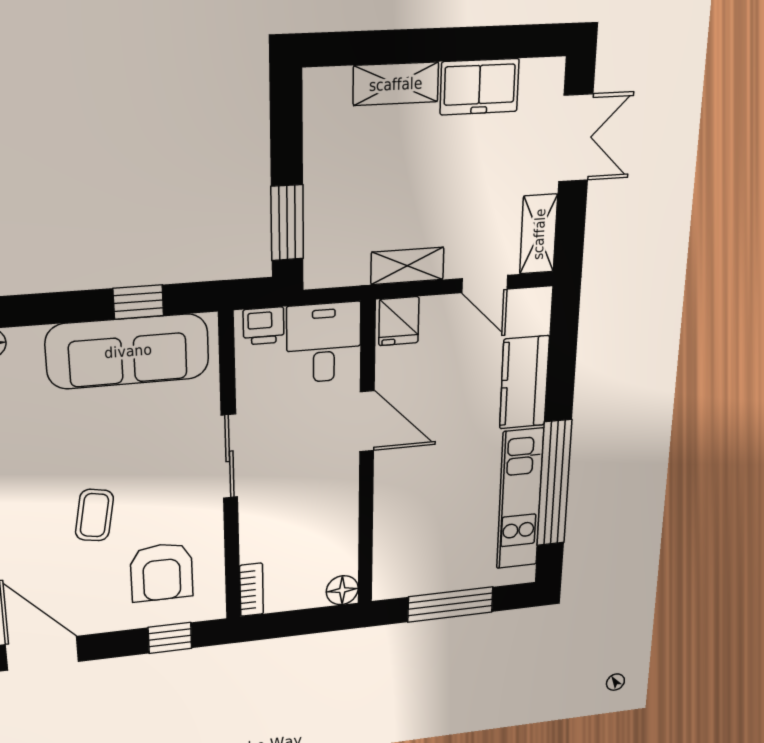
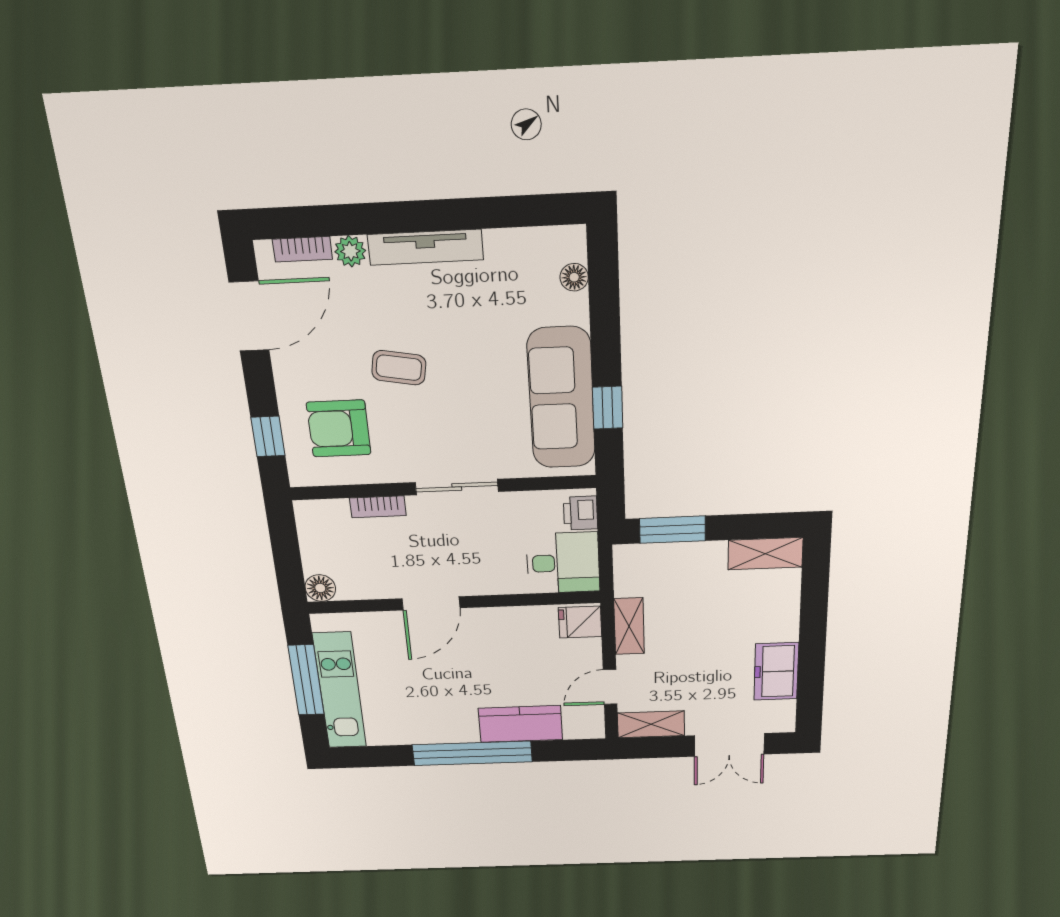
shelving: (396, 84) -> (765, 554), moved, turned 90
door: (367, 421) -> (431, 603), moved
window: (554, 483) -> (472, 753), moved
kitchen unit: (520, 499) -> (340, 691), moved, turned 90
bookcase: (252, 590) -> (378, 507), moved

